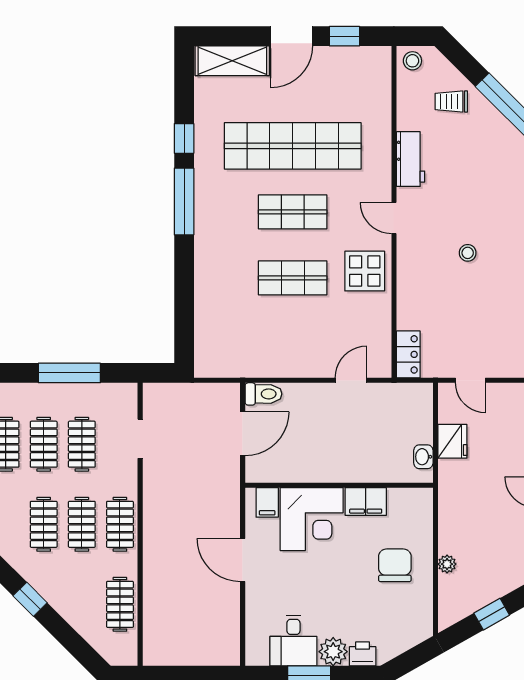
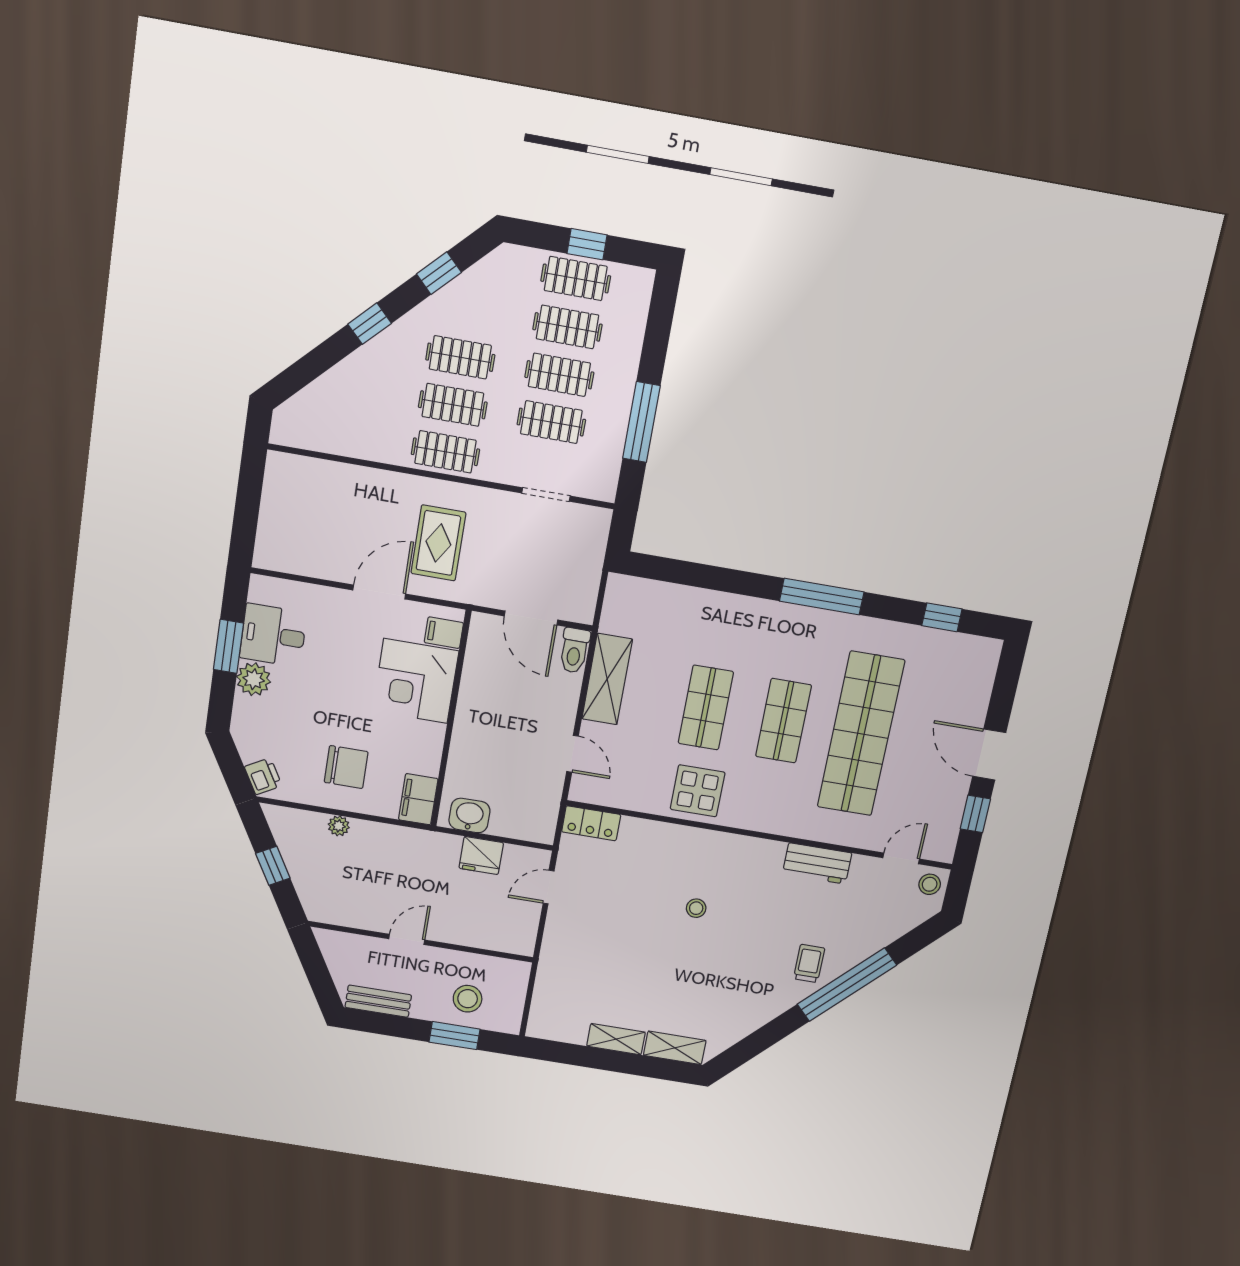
shelving: (232, 61) -> (607, 679), moved
trolley: (451, 101) -> (809, 963), moved
window: (184, 138) -> (942, 617), moved
door: (394, 218) -> (901, 858), moved
washbasin: (423, 457) -> (469, 815), width x1.38, depth x1.45
filing cabinet: (366, 501) -> (418, 799), moved
rug: (194, 518) -> (438, 543), added
clothes rail: (120, 604) -> (347, 435), removed
printer: (363, 654) -> (263, 776), moved, turned -30

